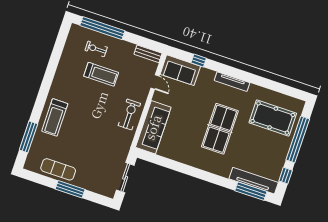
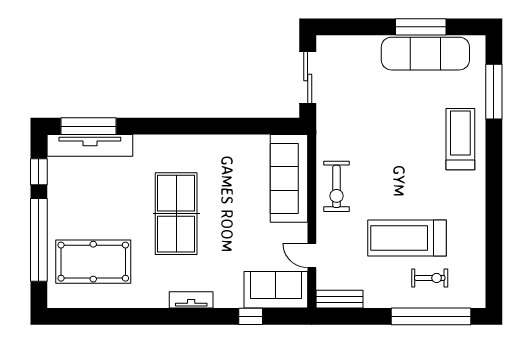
treadmill: (101, 74) -> (407, 238), width x1.37, depth x1.38
tv unit: (232, 82) -> (191, 300), width x0.71
exercise mat: (58, 169) -> (425, 54), width x1.36, depth x1.45
window: (70, 189) -> (421, 27), moved

